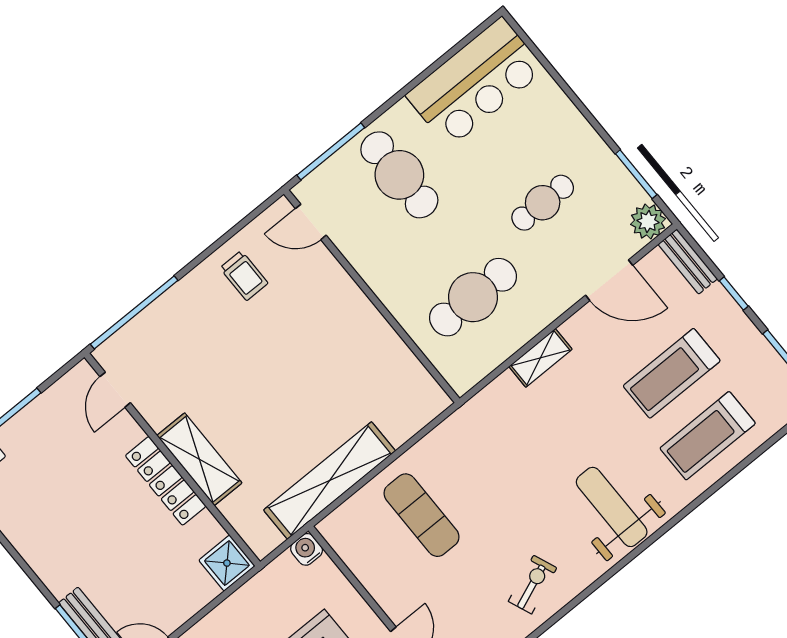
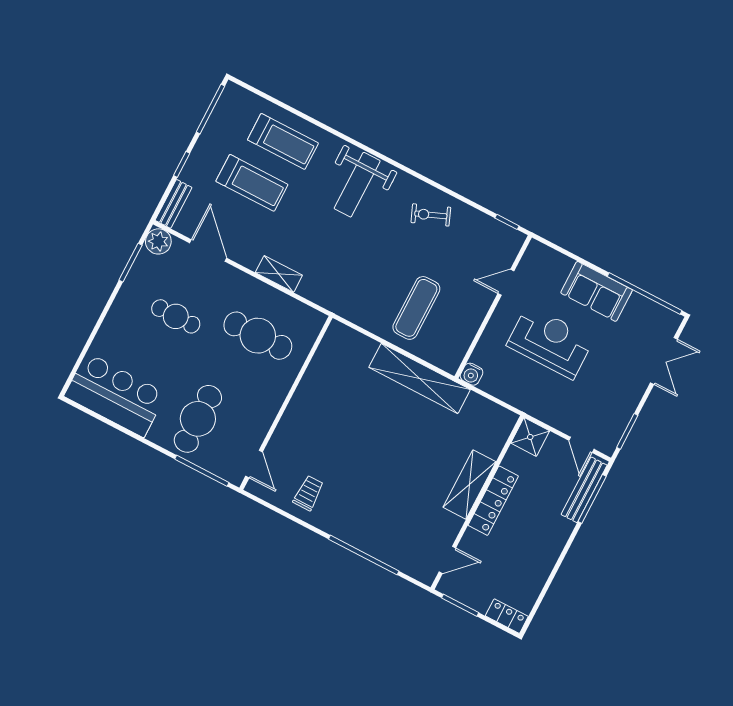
door: (115, 390) -> (447, 560), moved
shelving: (199, 459) -> (469, 485), moved
wall: (172, 460) -> (477, 502), moved
locker: (166, 481) -> (493, 501), moved
shower: (227, 563) -> (530, 437), moved

